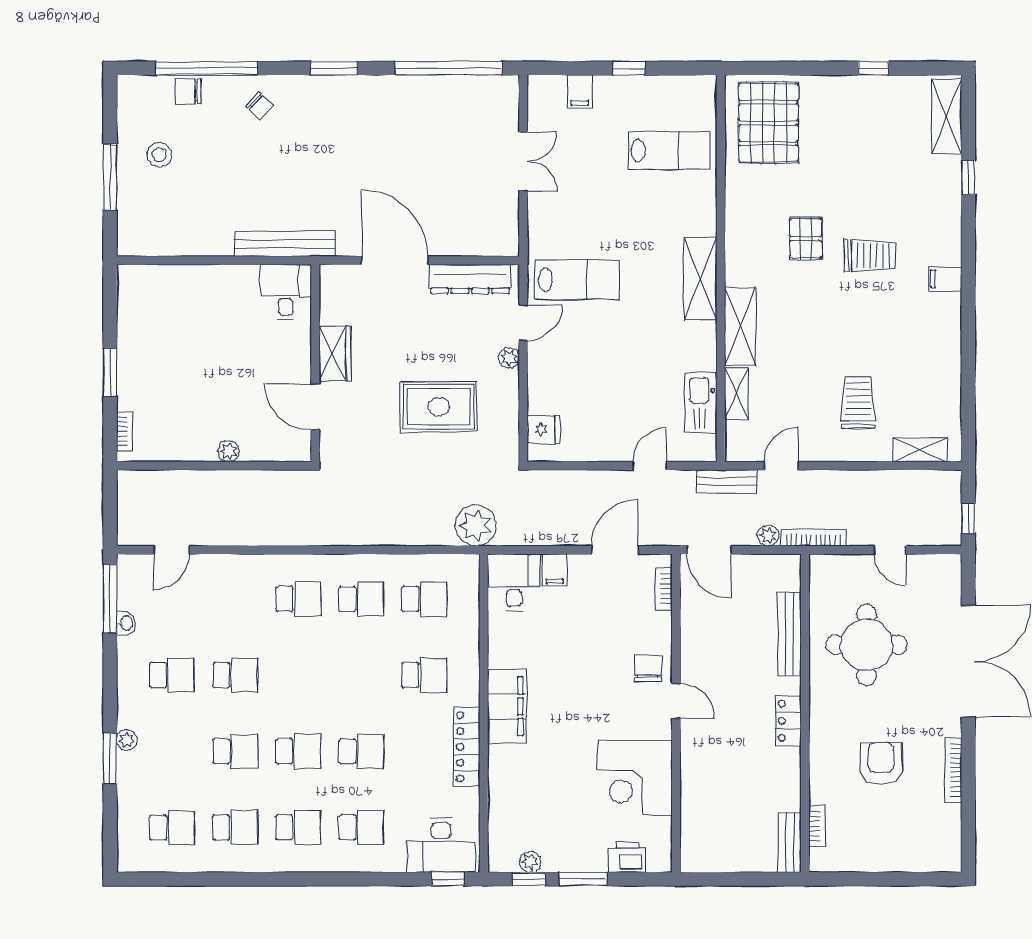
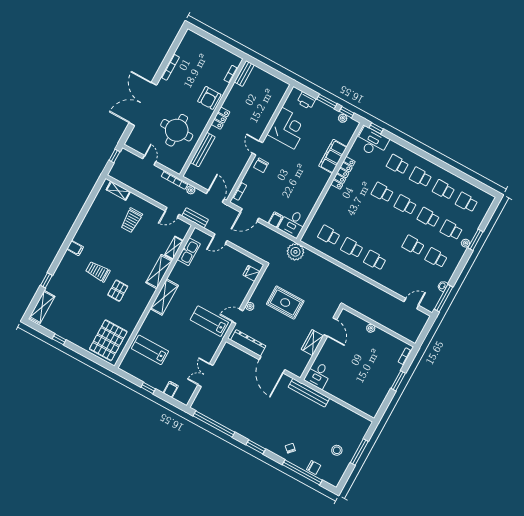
school desk: (424, 675) -> (451, 230), moved
filing cabinet: (507, 706) -> (333, 156), moved
armchair: (881, 763) -> (209, 98), moved

